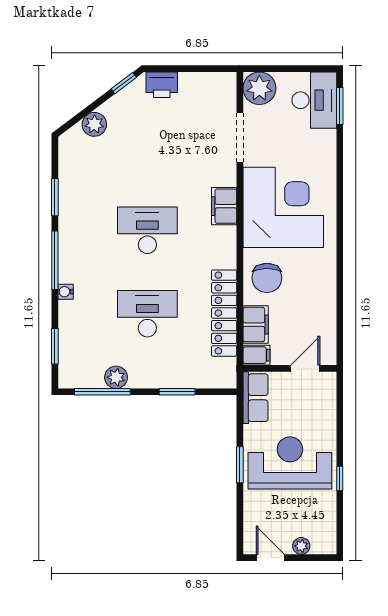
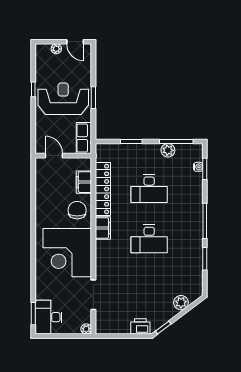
plant: (259, 88) -> (86, 329), width x0.53, depth x0.53
filing cabinet: (224, 206) -> (103, 228), moved
water cooler: (66, 292) -> (198, 167), moved
filing cabinet: (256, 355) -> (83, 164), removed
door: (305, 368) -> (54, 156), swing flipped
reception desk: (290, 463) -> (63, 99), turned 180

